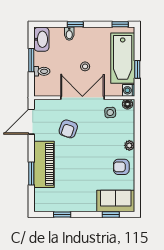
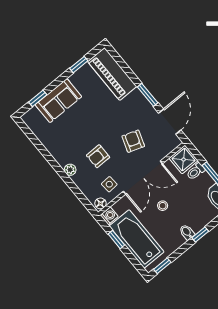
bidet: (69, 34) -> (187, 232), moved
shower: (43, 87) -> (184, 160), added
piano: (44, 164) -> (112, 74), moved
armchair: (121, 167) -> (98, 156), moved, turned 180
window: (31, 173) -> (148, 95), moved
sofa: (116, 201) -> (58, 101), moved

